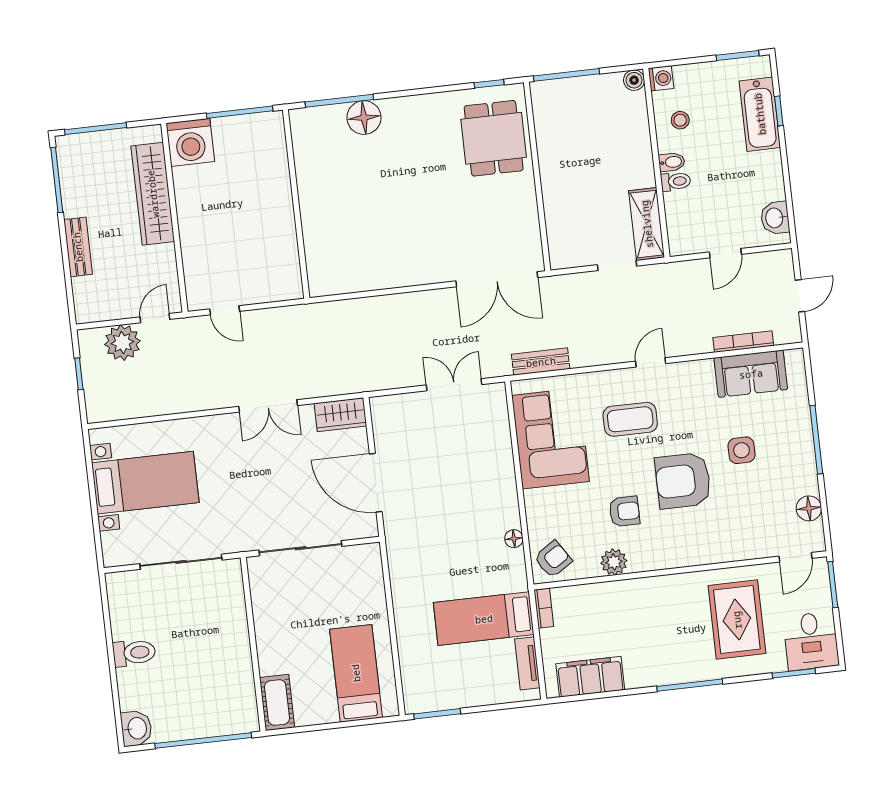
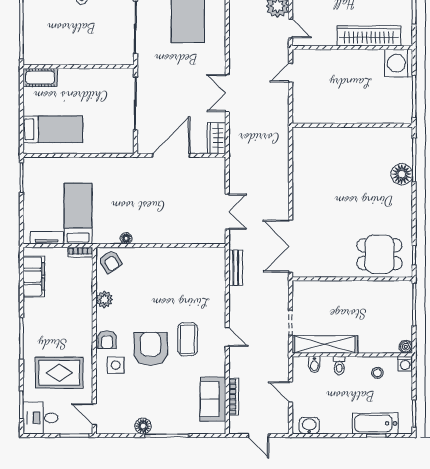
bidet: (672, 162) -> (314, 365), moved
shelving: (647, 224) -> (325, 344), width x1.47
coffee table: (630, 419) -> (187, 339), moved
corner sofa: (551, 438) -> (187, 269), removed
side table: (742, 450) -> (116, 365), moved
floor lamp: (809, 508) -> (143, 426), moved
armchair: (624, 511) -> (107, 340), moved

